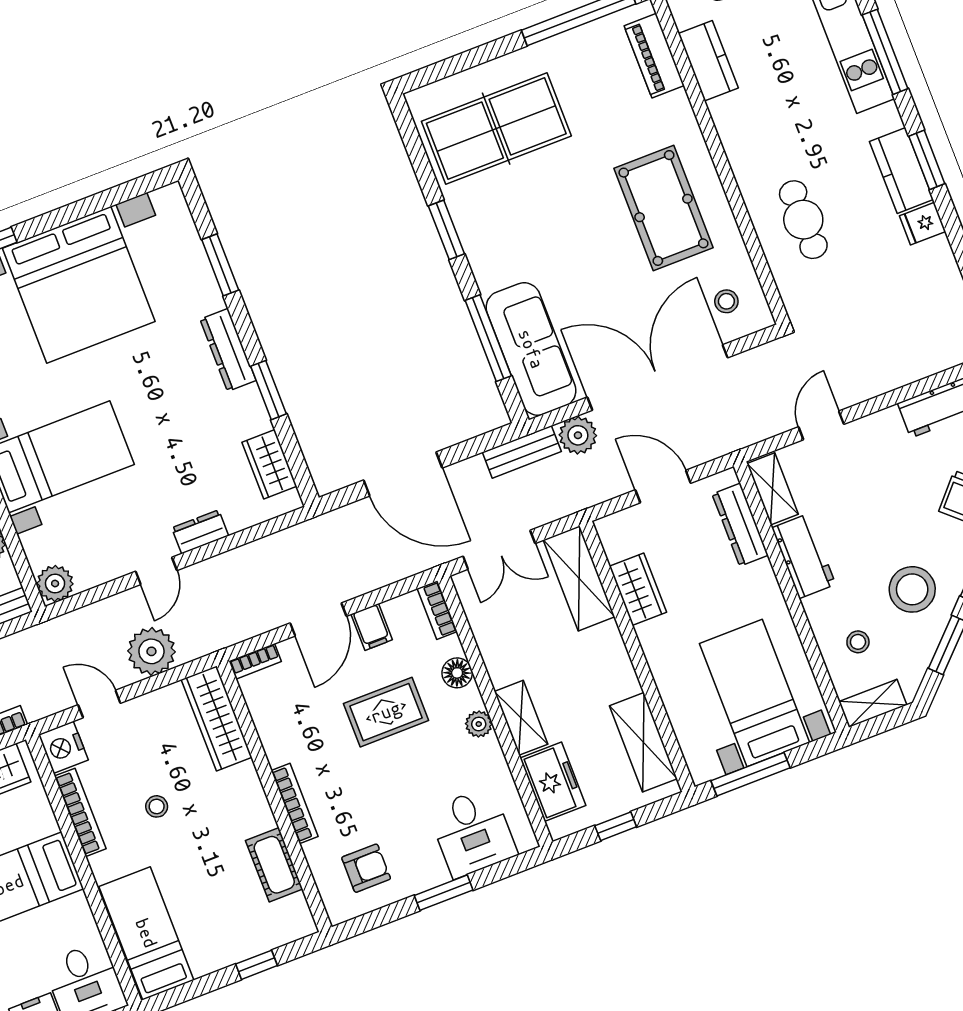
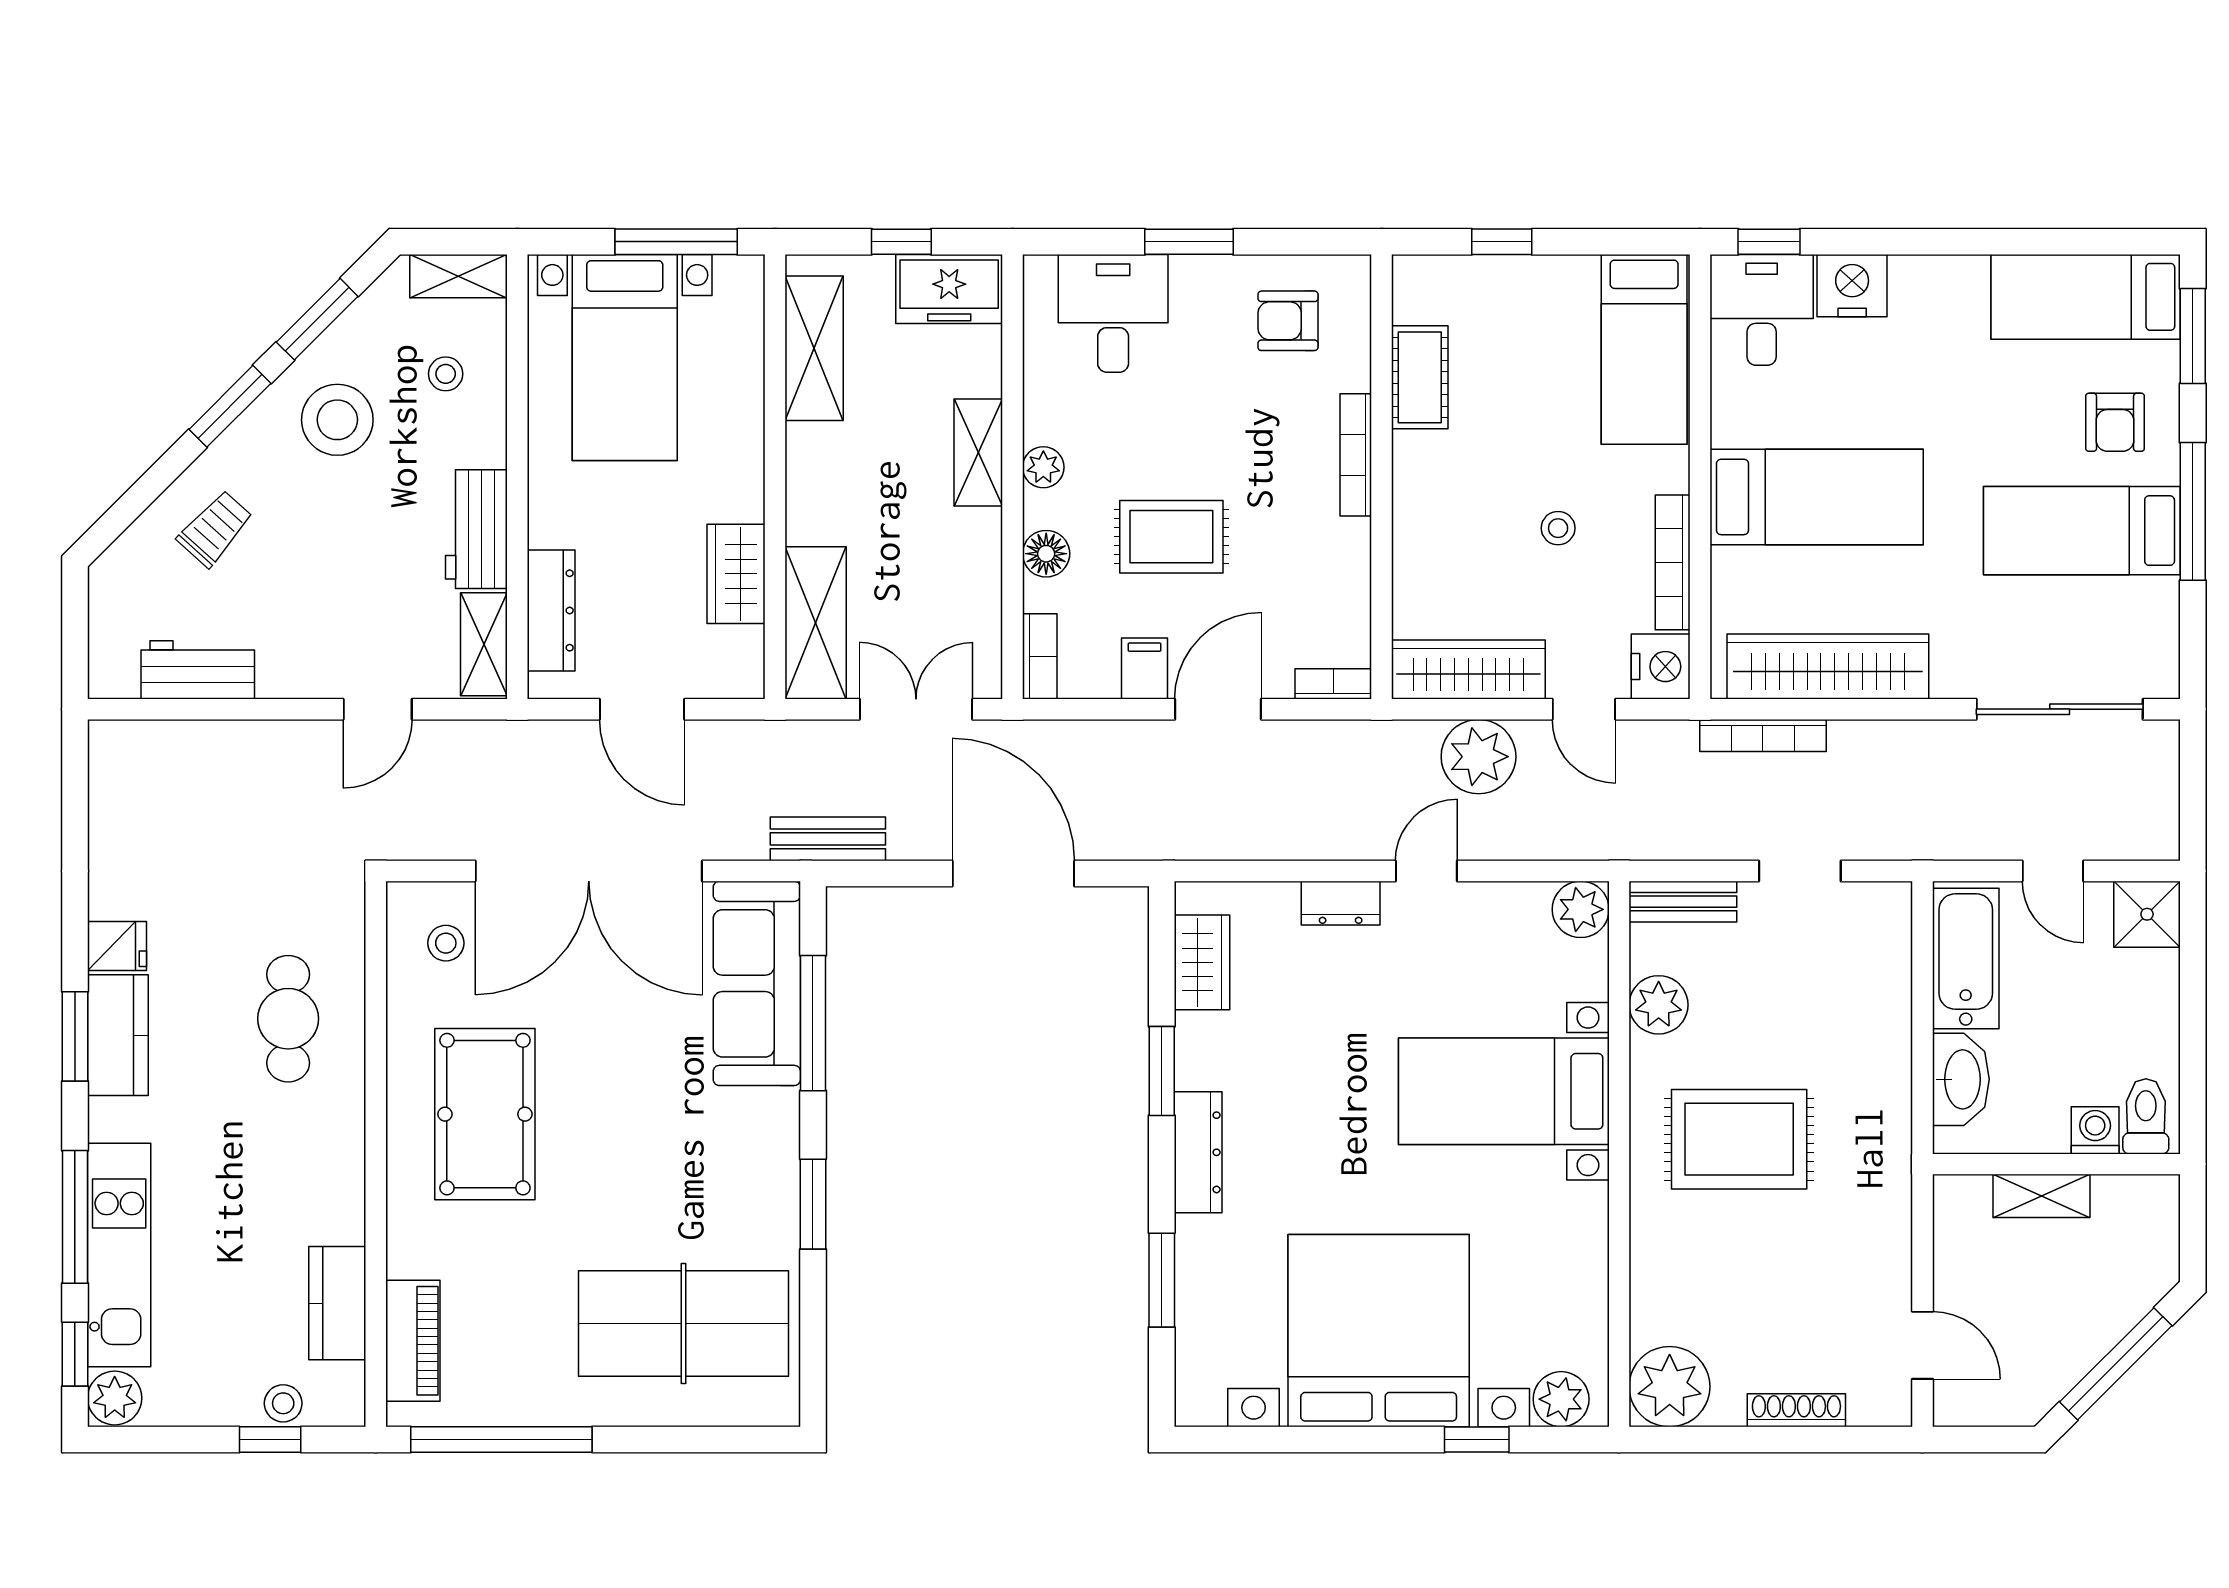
plant: (578, 435) -> (737, 832), removed
wardrobe: (217, 718) -> (1468, 669), moved, turned -90
freezer: (553, 782) -> (949, 289), moved, turned -90

